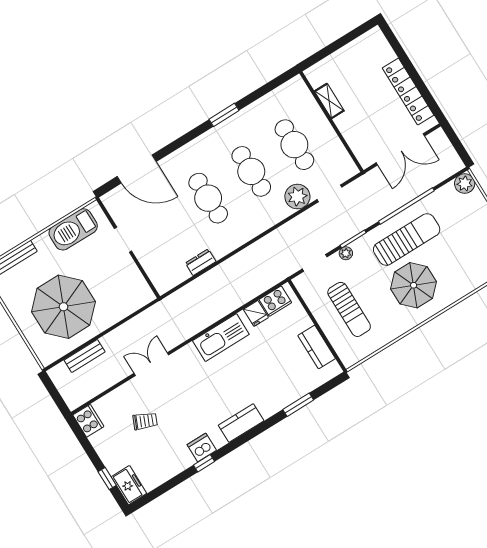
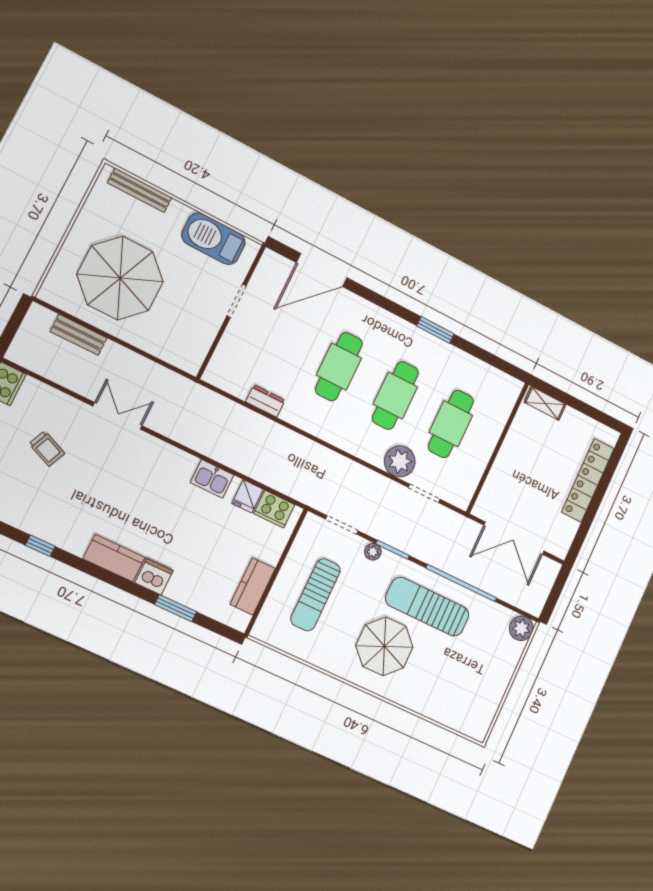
locker: (408, 92) -> (588, 480), moved
shelving: (329, 101) -> (545, 403), moved, turned 90
door: (137, 169) -> (322, 270), hinge flipped
sun lounger: (407, 239) -> (427, 607), turned 180
kitchen sink: (221, 338) -> (212, 479), width x0.53, depth x0.81
dishwasher: (202, 447) -> (154, 577), moved

